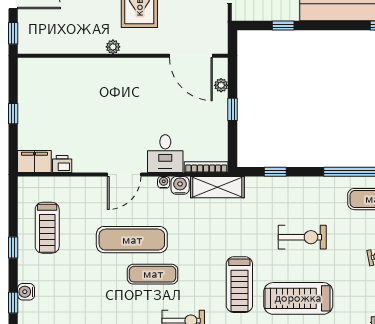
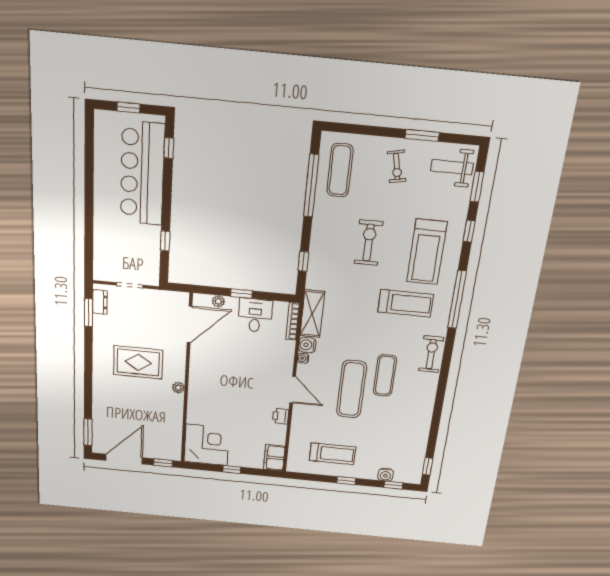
corner desk: (43, 83) -> (207, 445), added
desk: (165, 154) -> (255, 315), moved, turned -90
printer: (62, 164) -> (281, 416), moved

